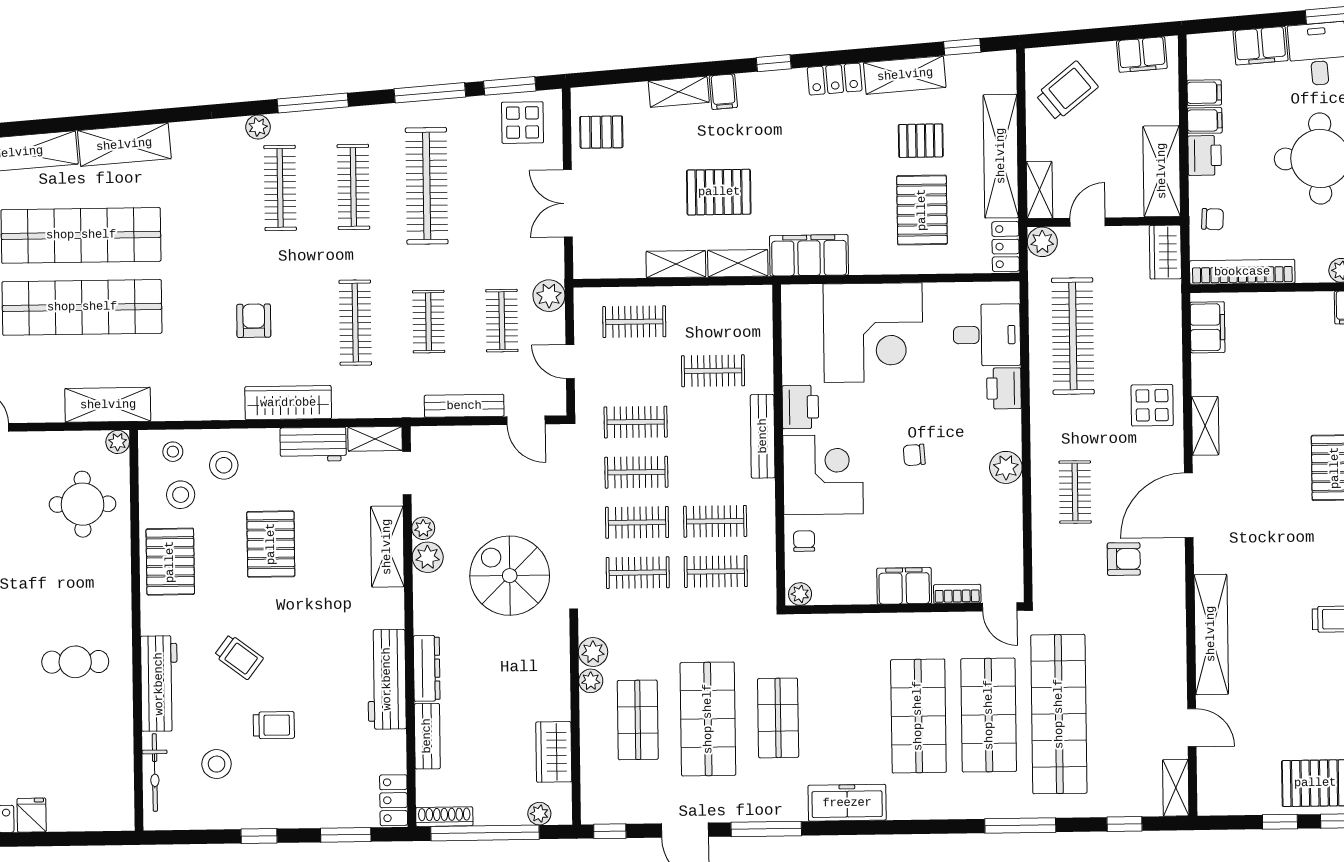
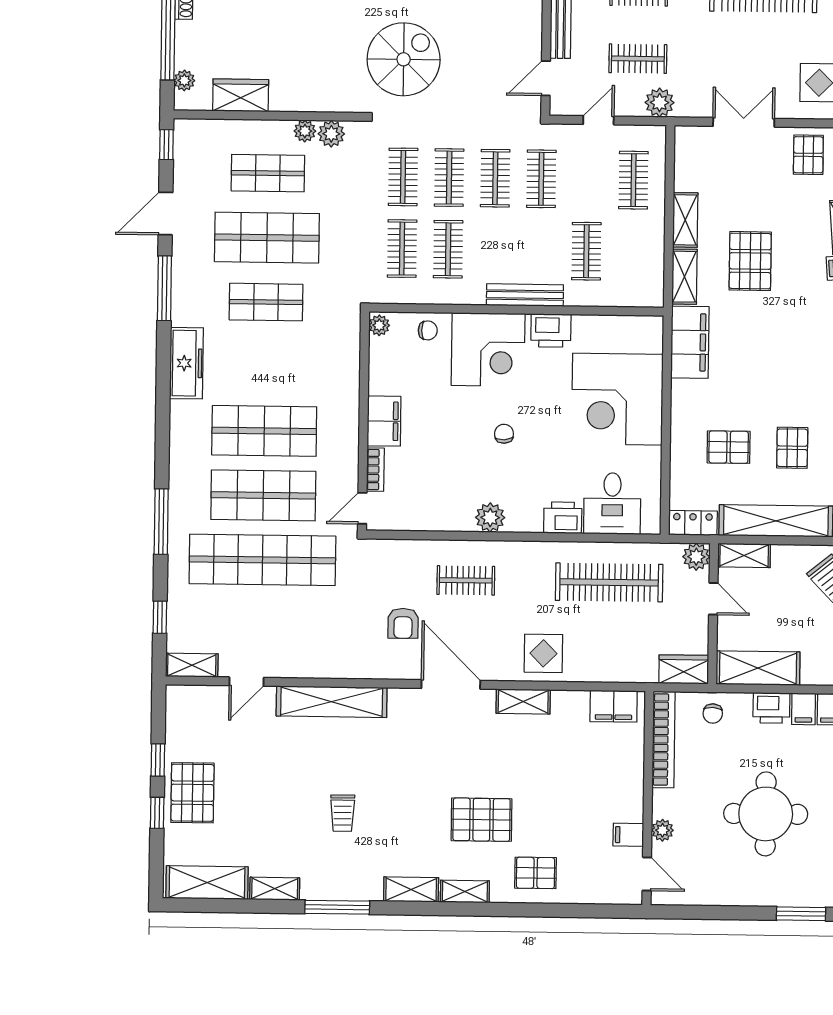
pallet: (922, 210) -> (729, 447), width x0.67, depth x0.71

